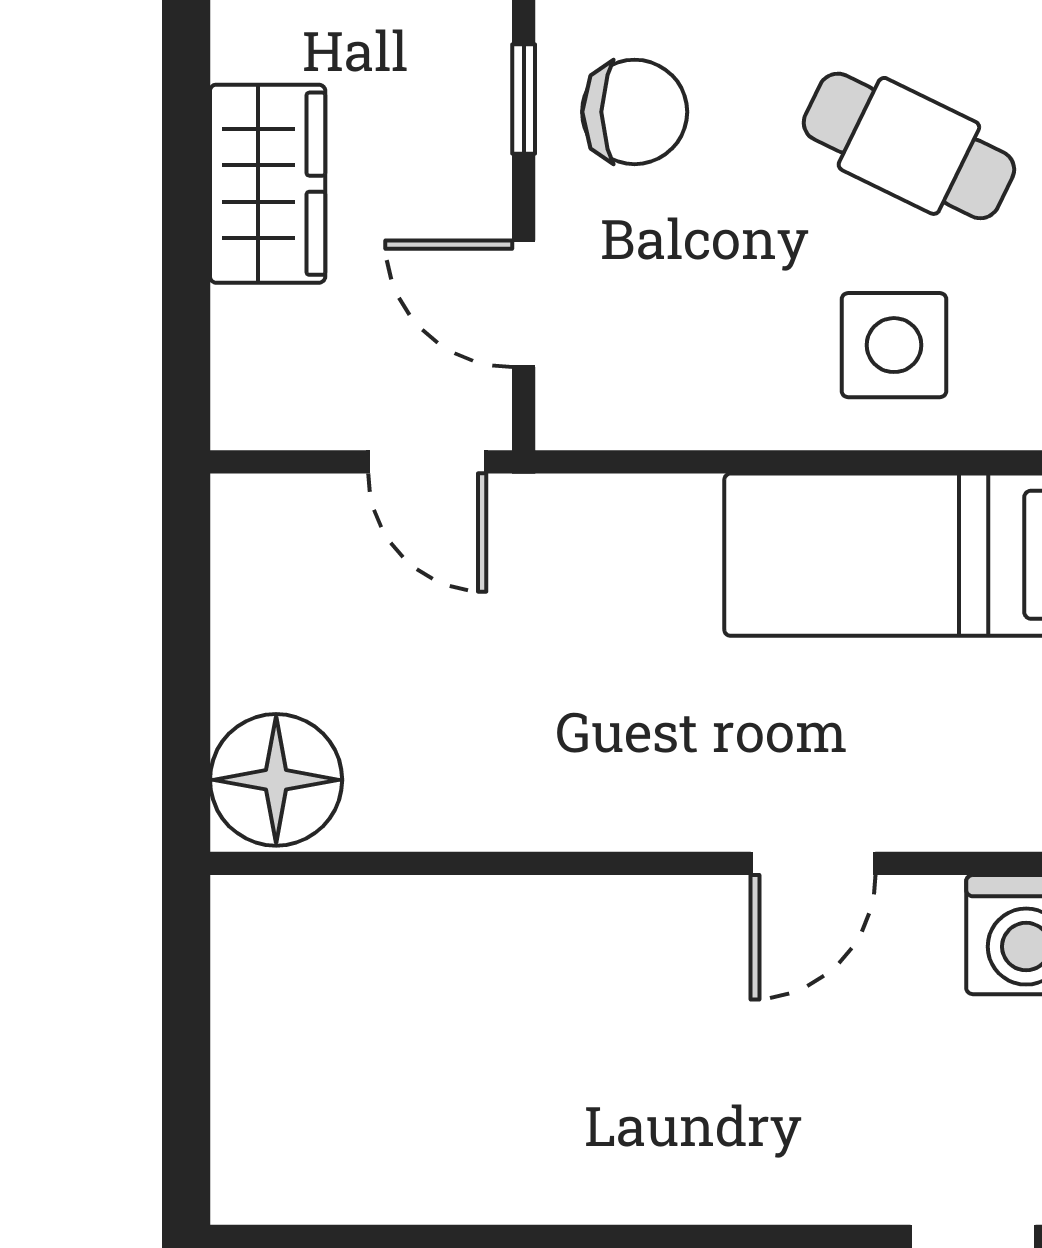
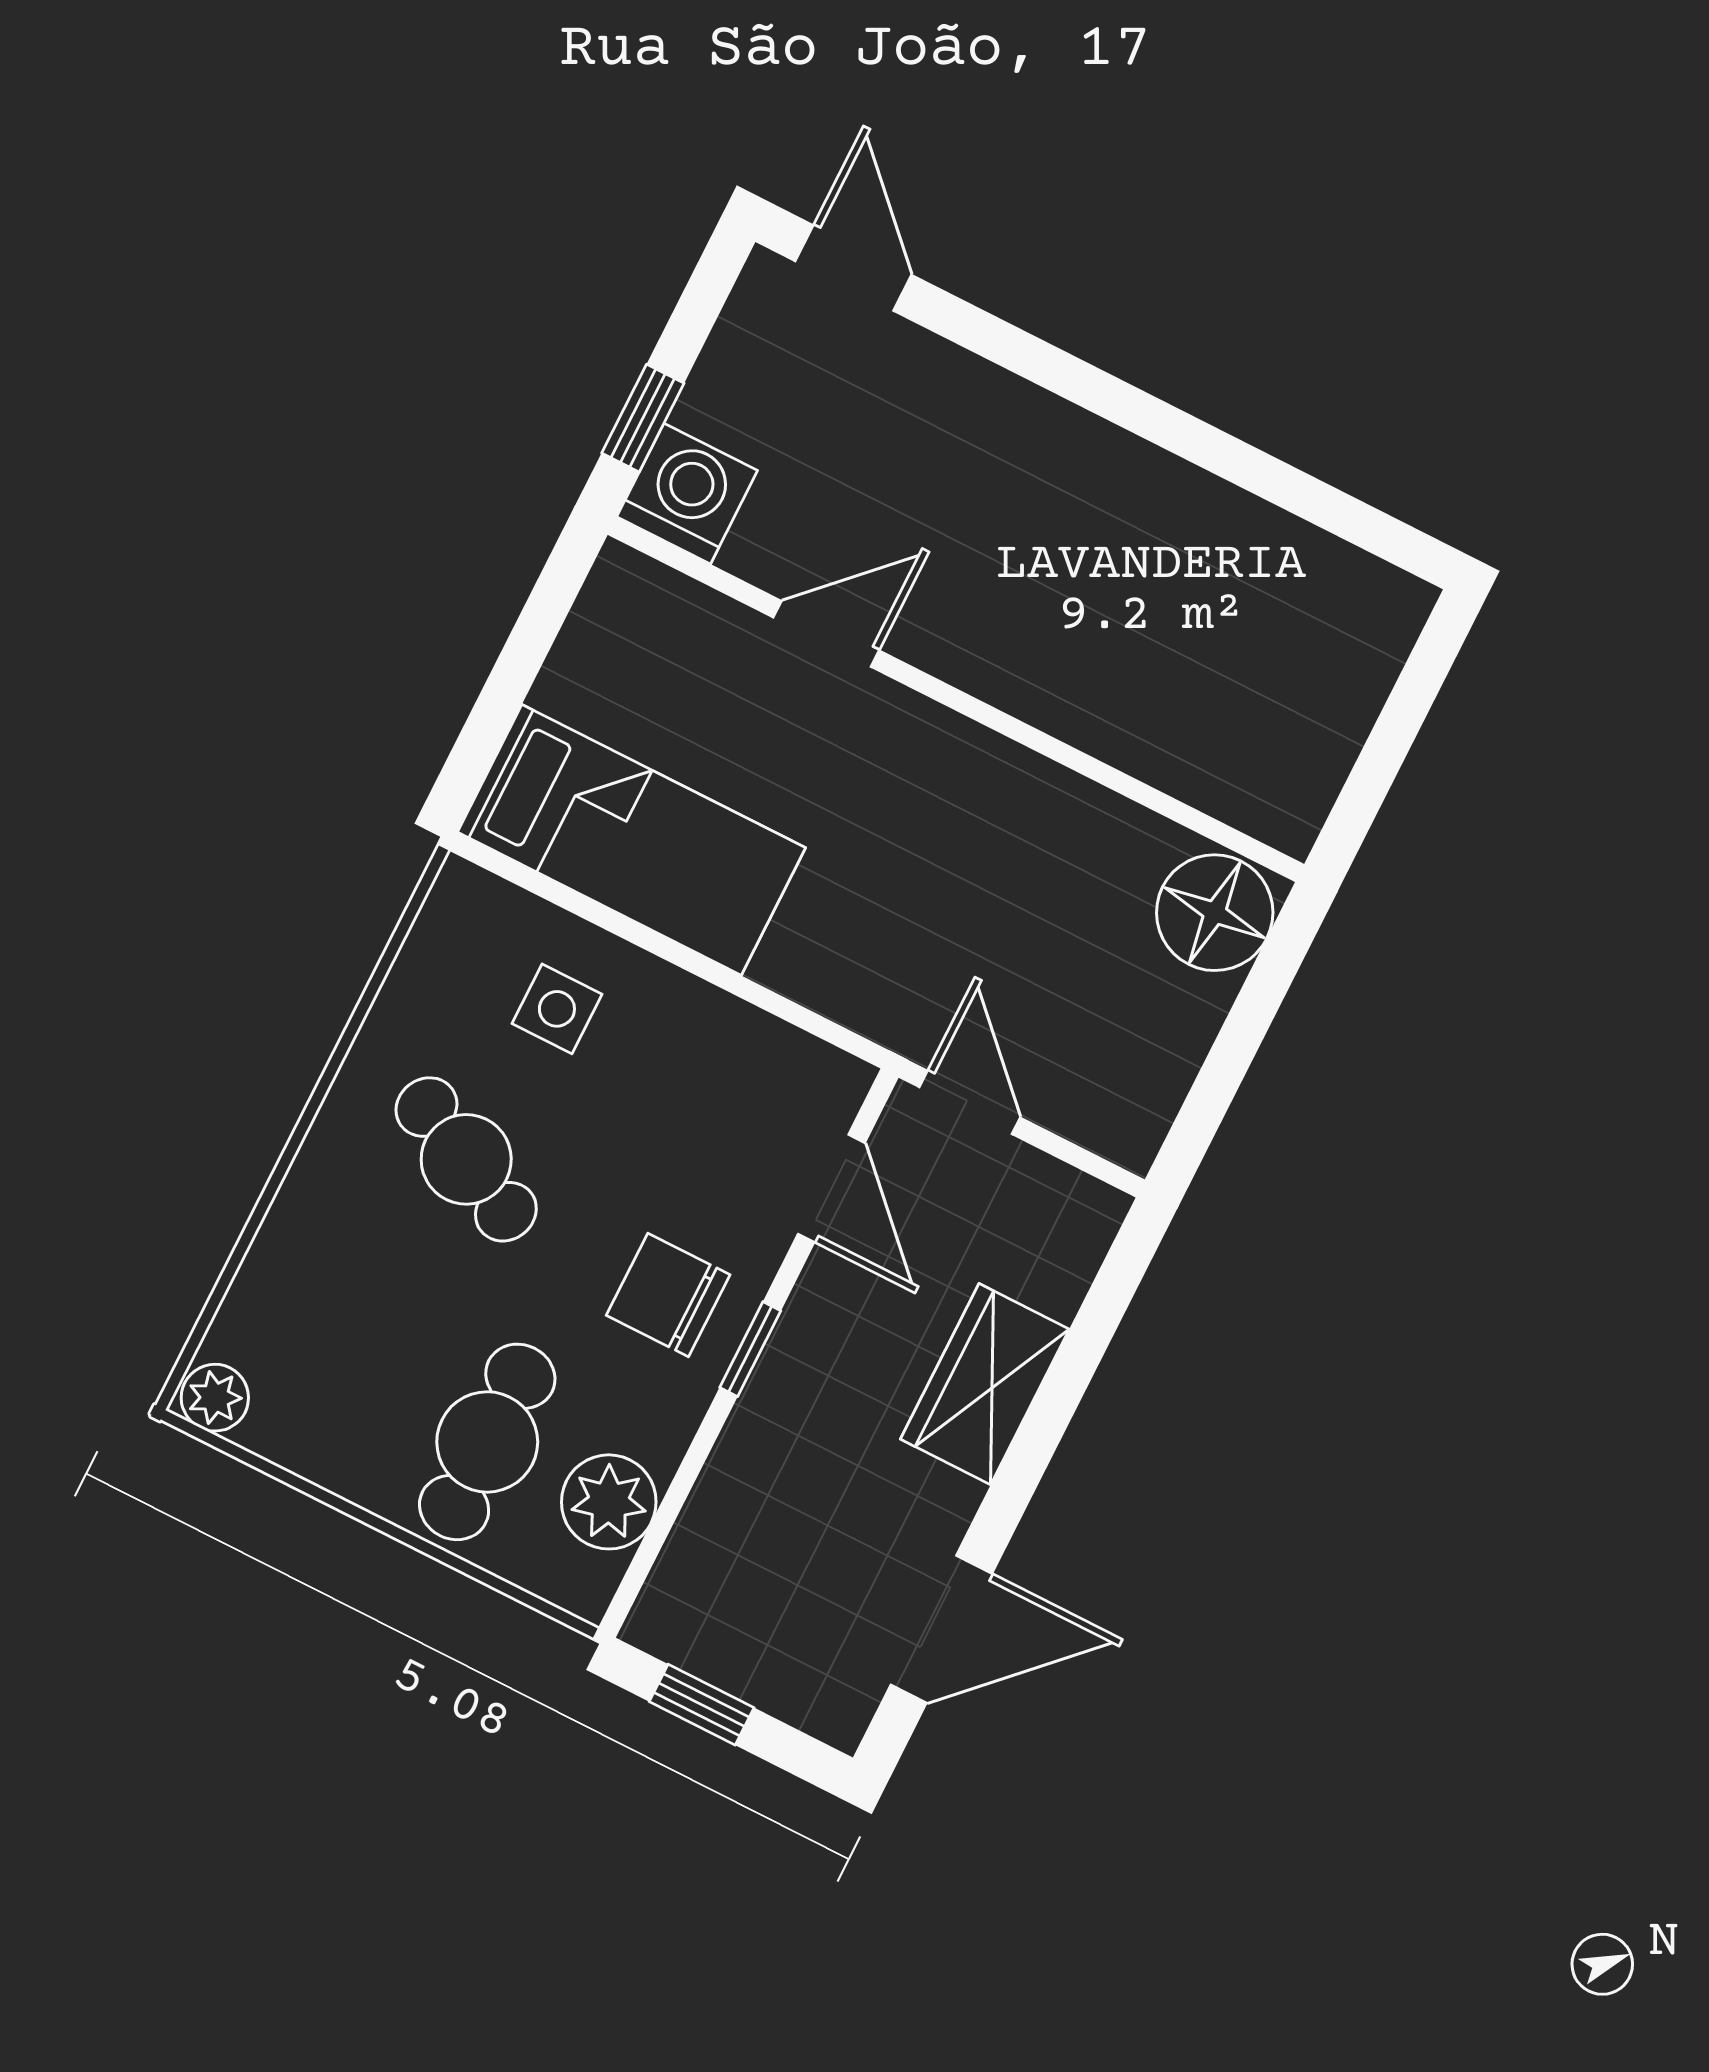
side table: (894, 345) -> (557, 1009), width x0.73, depth x0.73

